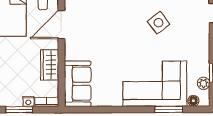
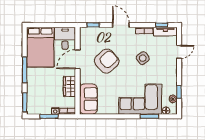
armchair: (105, 27) -> (107, 61), added

